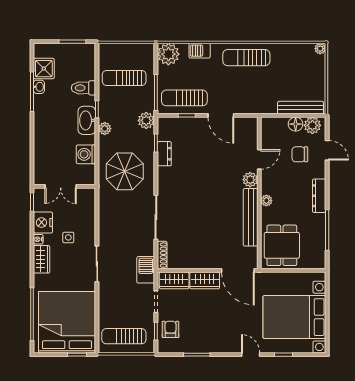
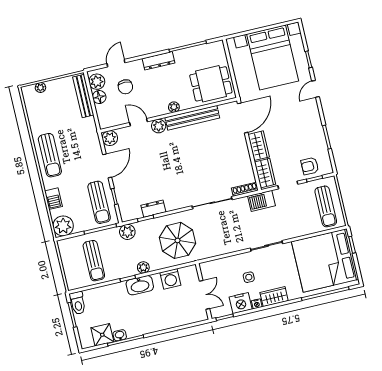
plant: (320, 49) -> (40, 88), moved
toilet: (83, 88) -> (78, 303), moved
plant: (250, 125) -> (110, 138), added

